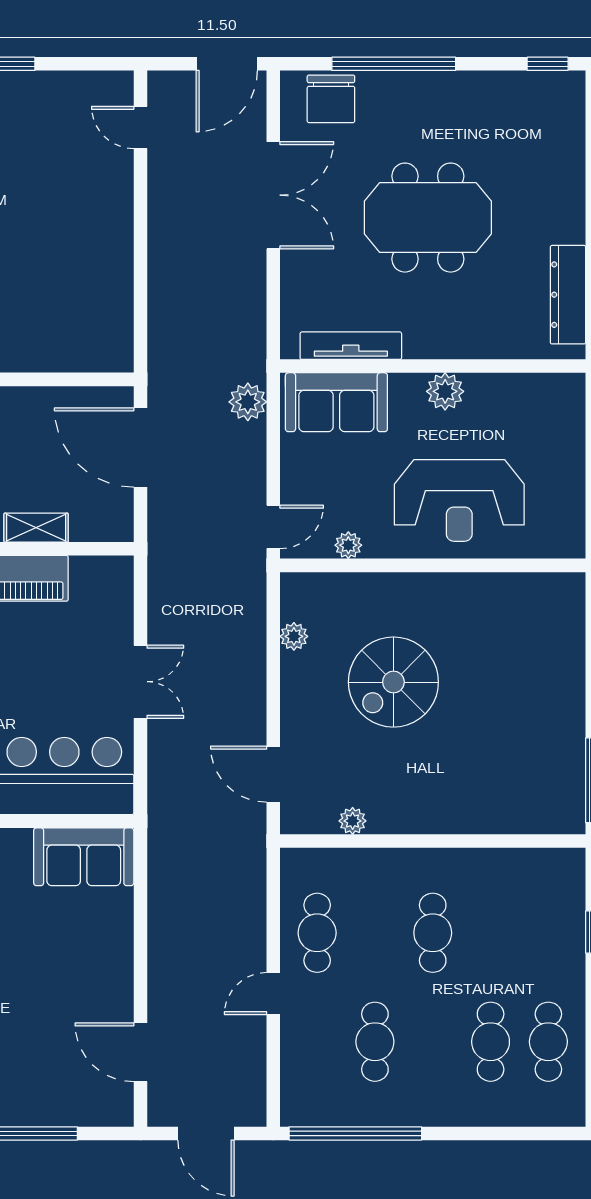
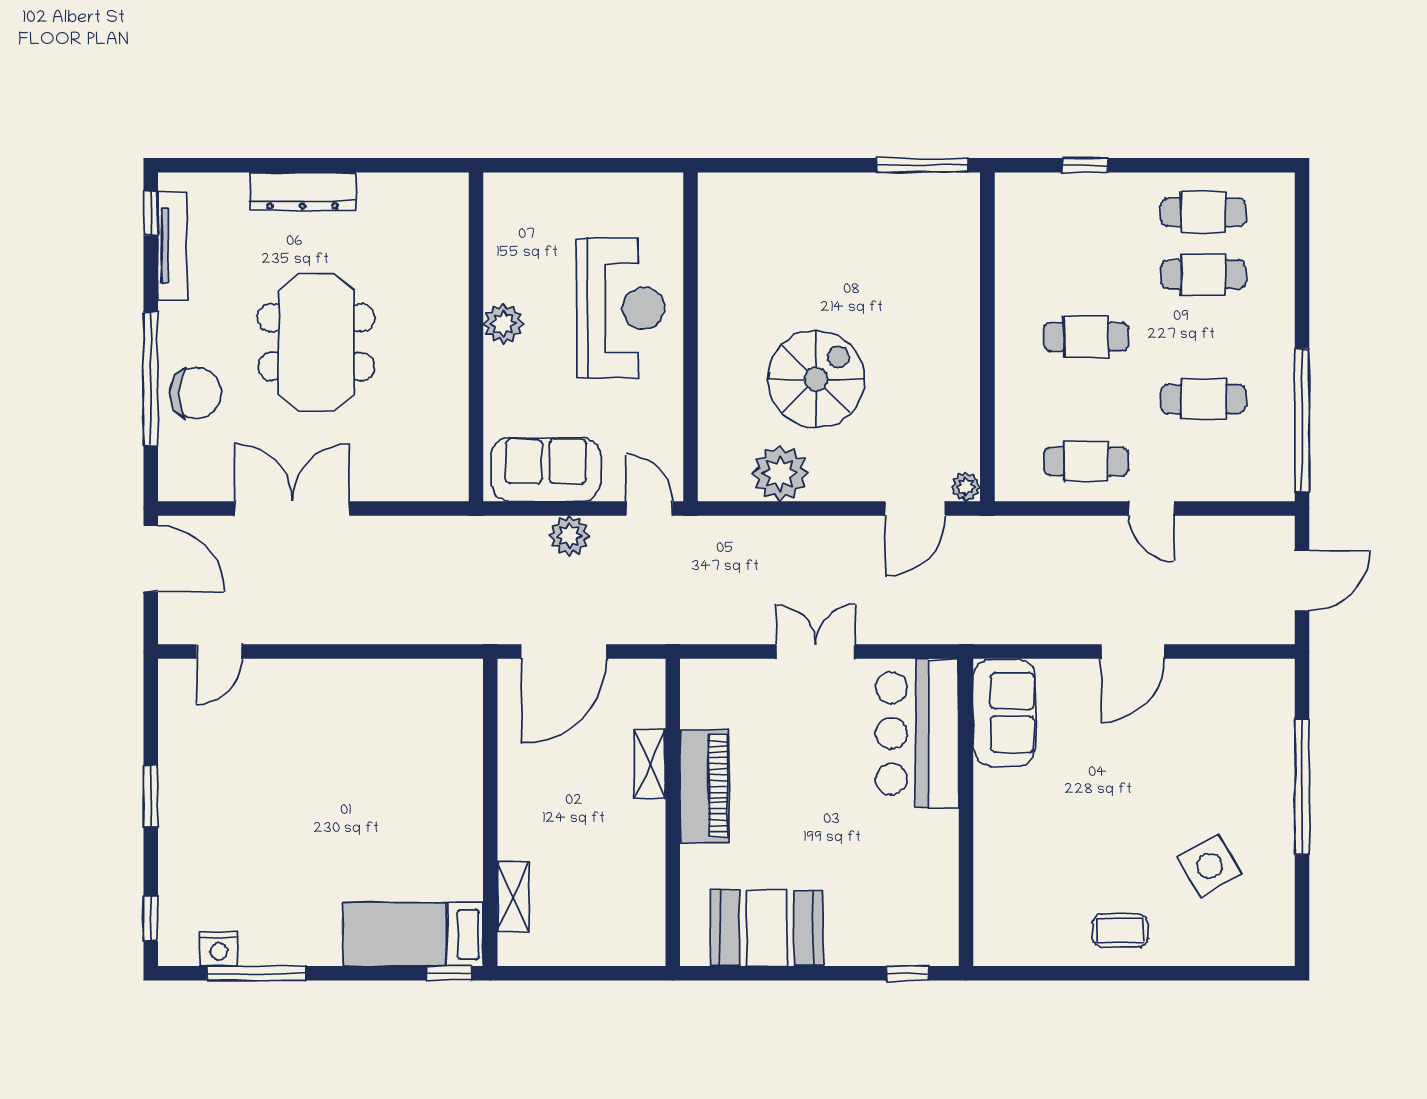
chair: (331, 99) -> (196, 393), moved
dresser: (568, 295) -> (303, 191), moved
tv unit: (351, 346) -> (173, 246), moved, turned 180
plant: (248, 402) -> (569, 536), moved
sofa: (336, 402) -> (546, 470), moved, turned -90
plant: (348, 545) -> (669, 428), removed
plant: (294, 636) -> (780, 473), width x1.88, depth x1.88
spiral stairs: (393, 682) -> (816, 379), turned -90
plant: (353, 821) -> (966, 487), moved
door: (140, 1052) -> (1133, 651), moved

